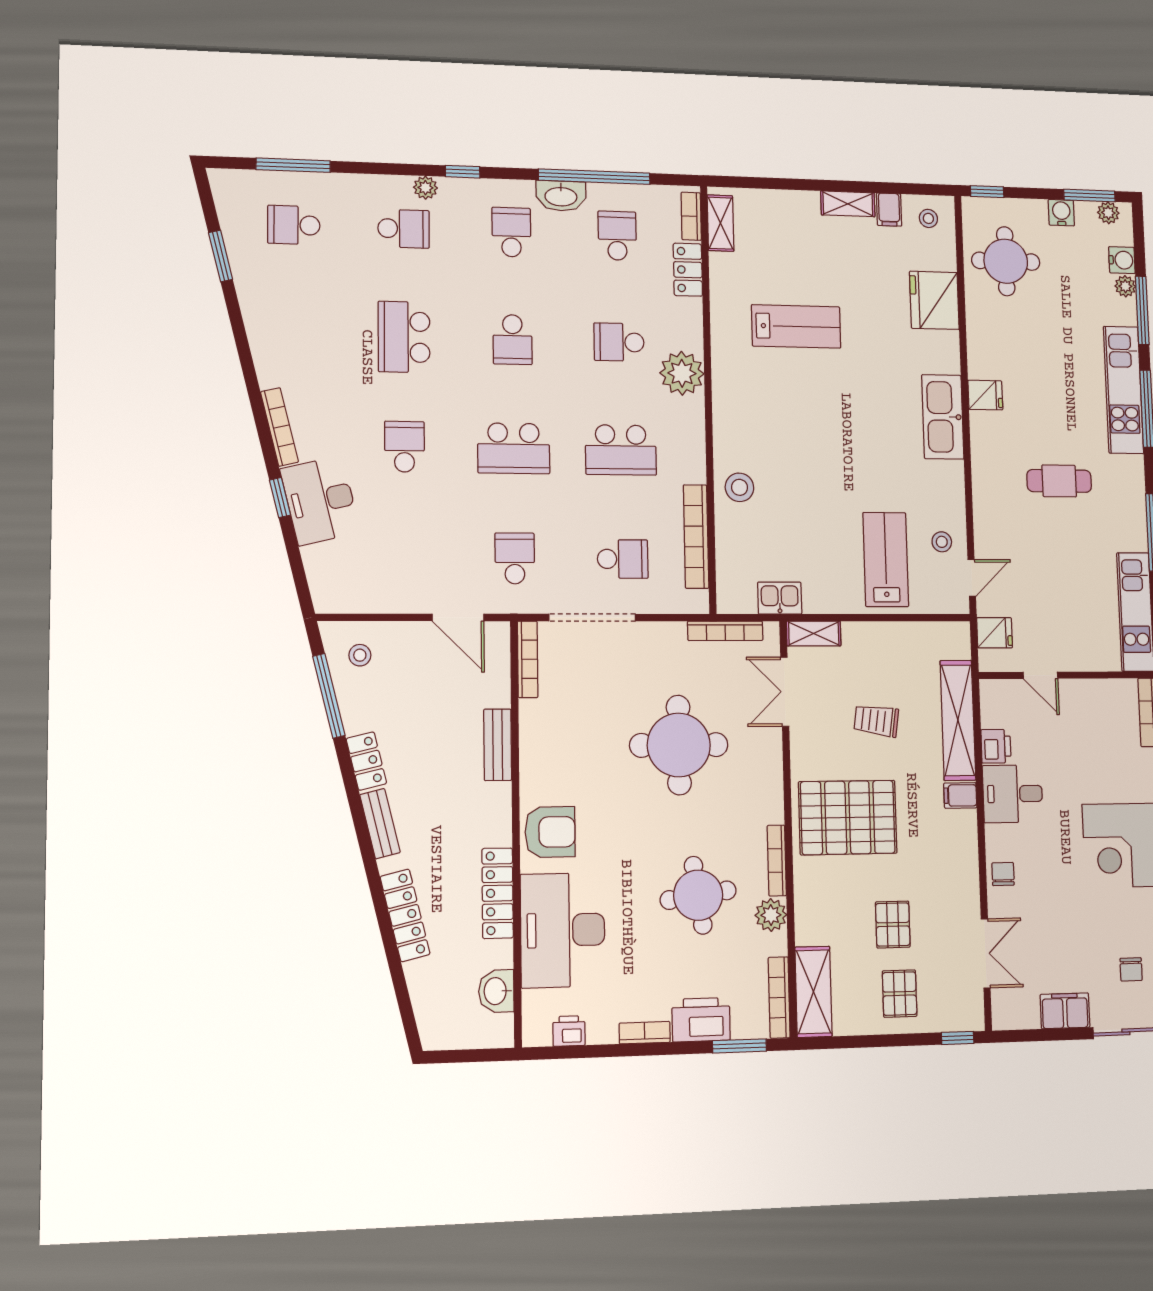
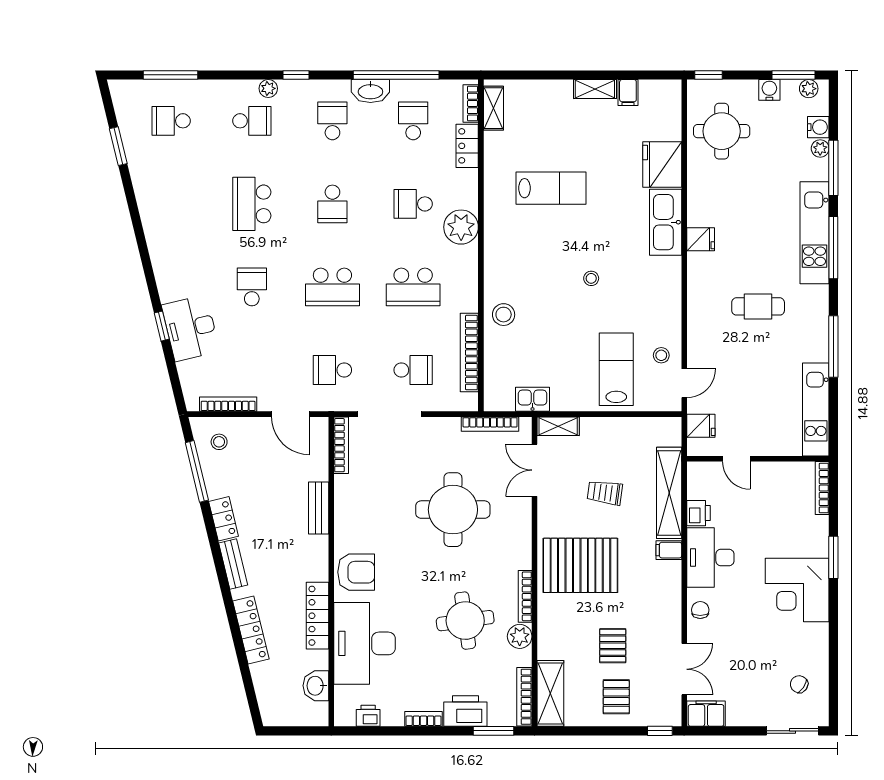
stool: (928, 218) -> (591, 278), moved
kitchen sink: (943, 417) -> (666, 222), moved
bookcase: (279, 427) -> (228, 404), moved, turned -76
school desk: (515, 558) -> (332, 370), turned -90
desk: (1013, 794) -> (710, 558), width x1.37
chair: (1131, 969) -> (799, 684), turned 124
filing cabinet: (1065, 1011) -> (706, 714), moved

